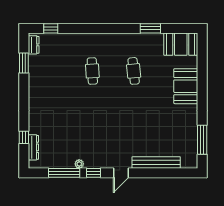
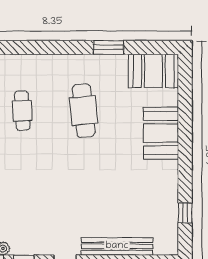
cafe table: (134, 71) -> (84, 111), width x1.37, depth x1.35
window: (202, 140) -> (185, 213), width x0.46

